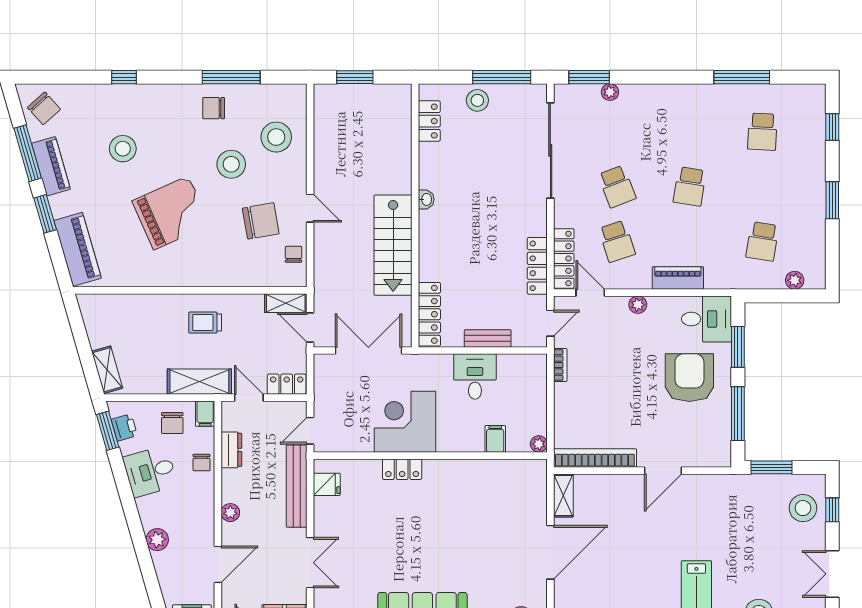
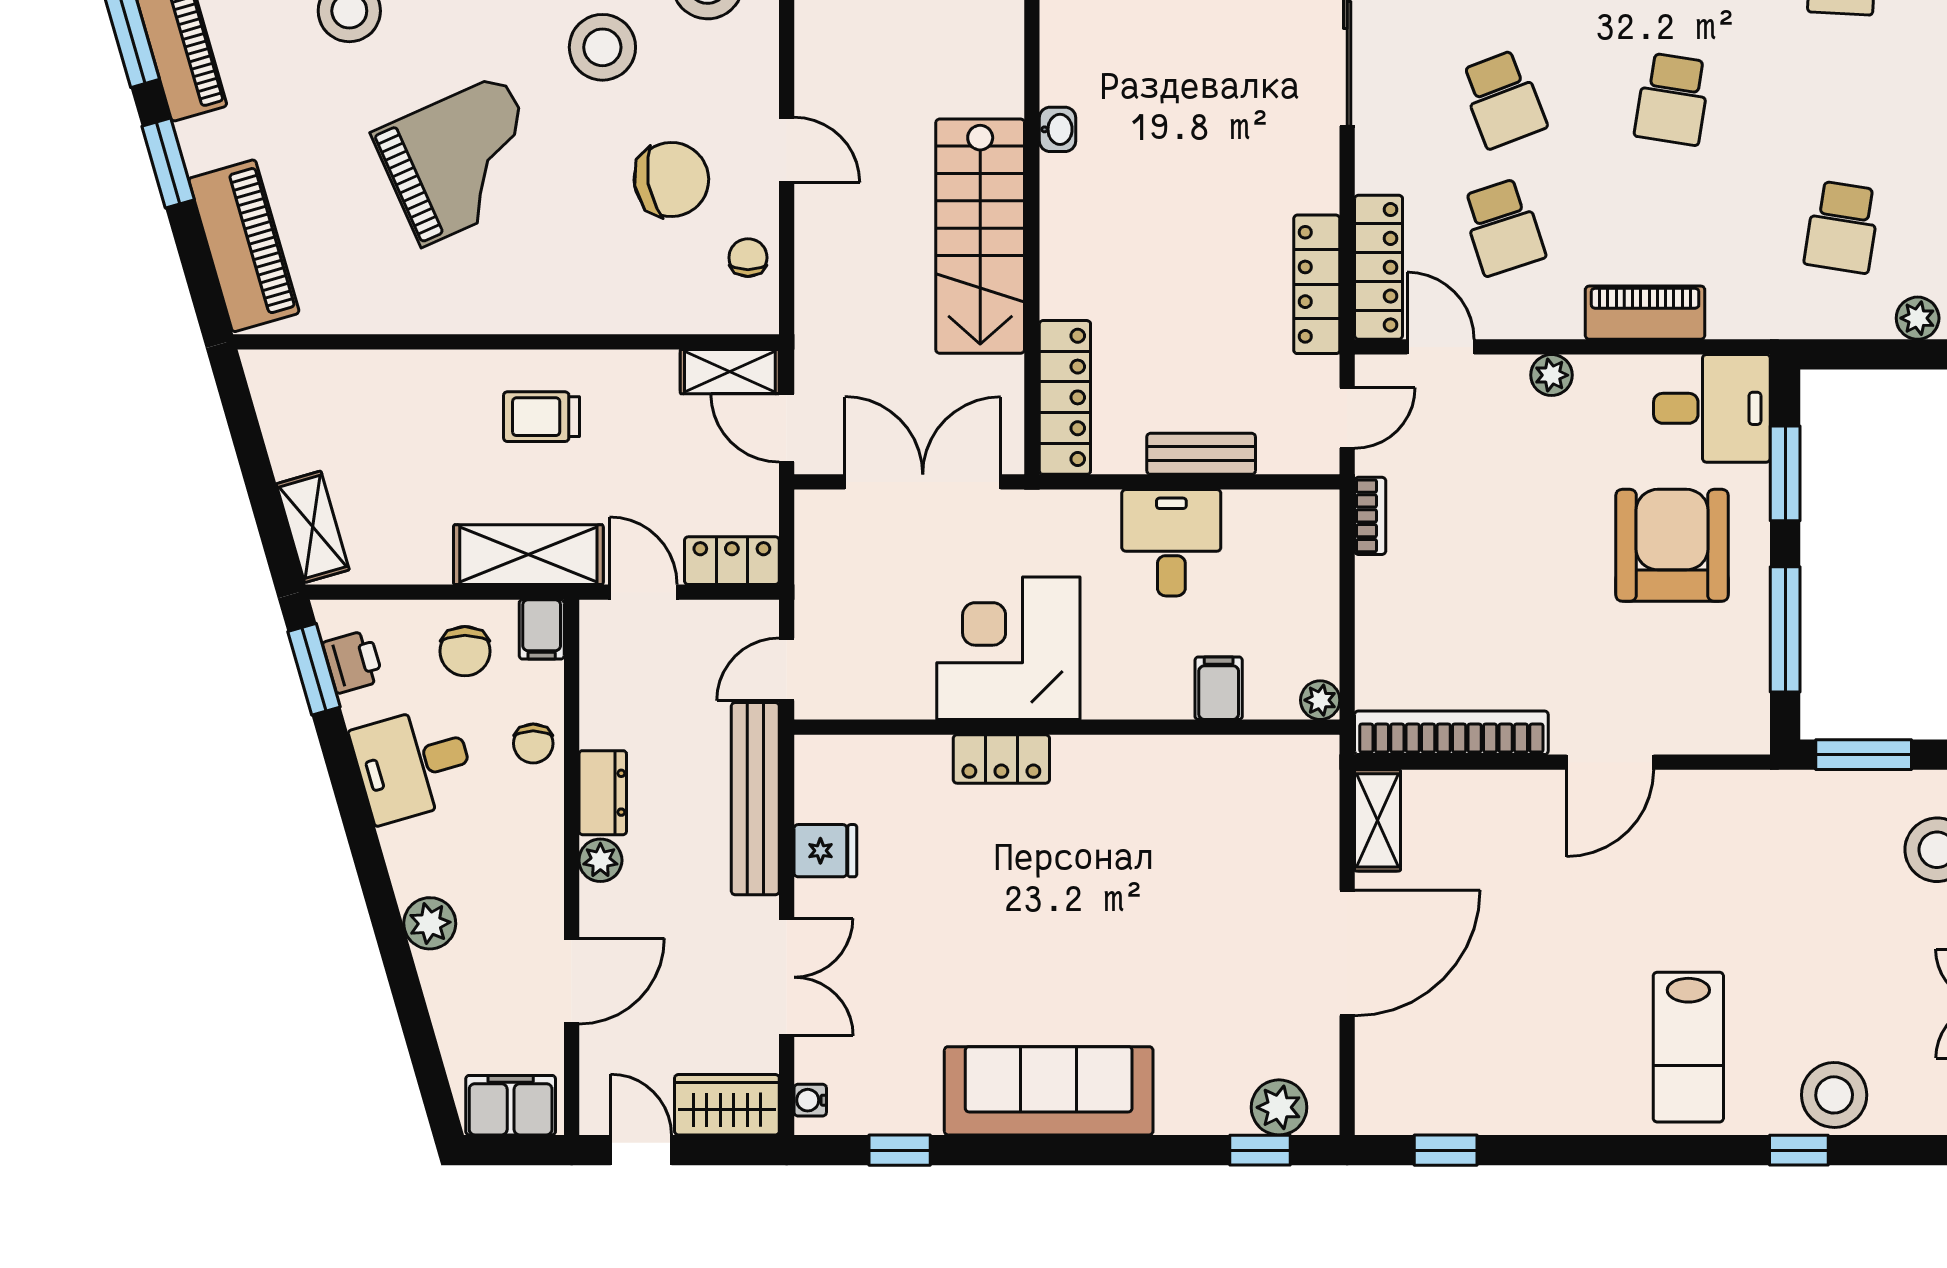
dresser: (231, 450) -> (603, 793), moved
fridge: (327, 484) -> (825, 851), moved

